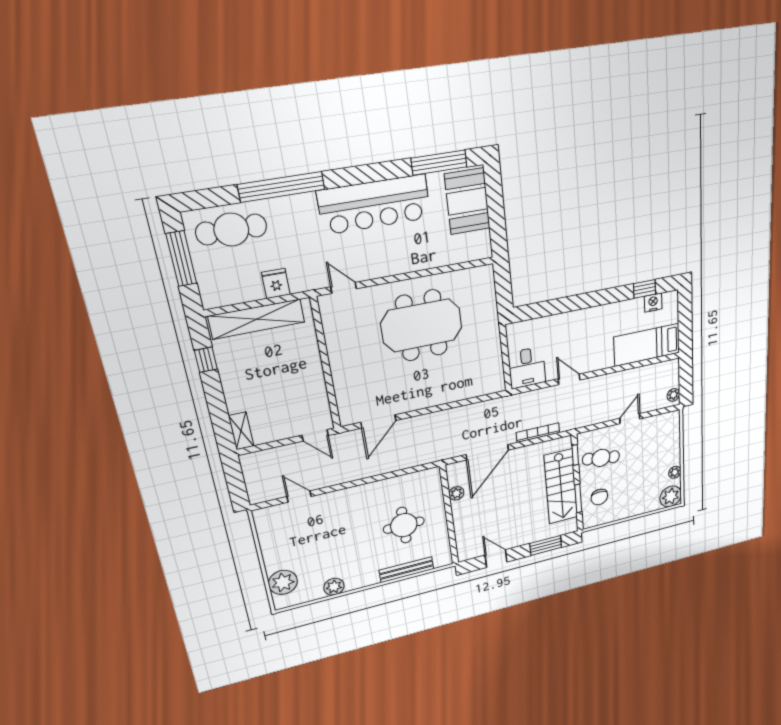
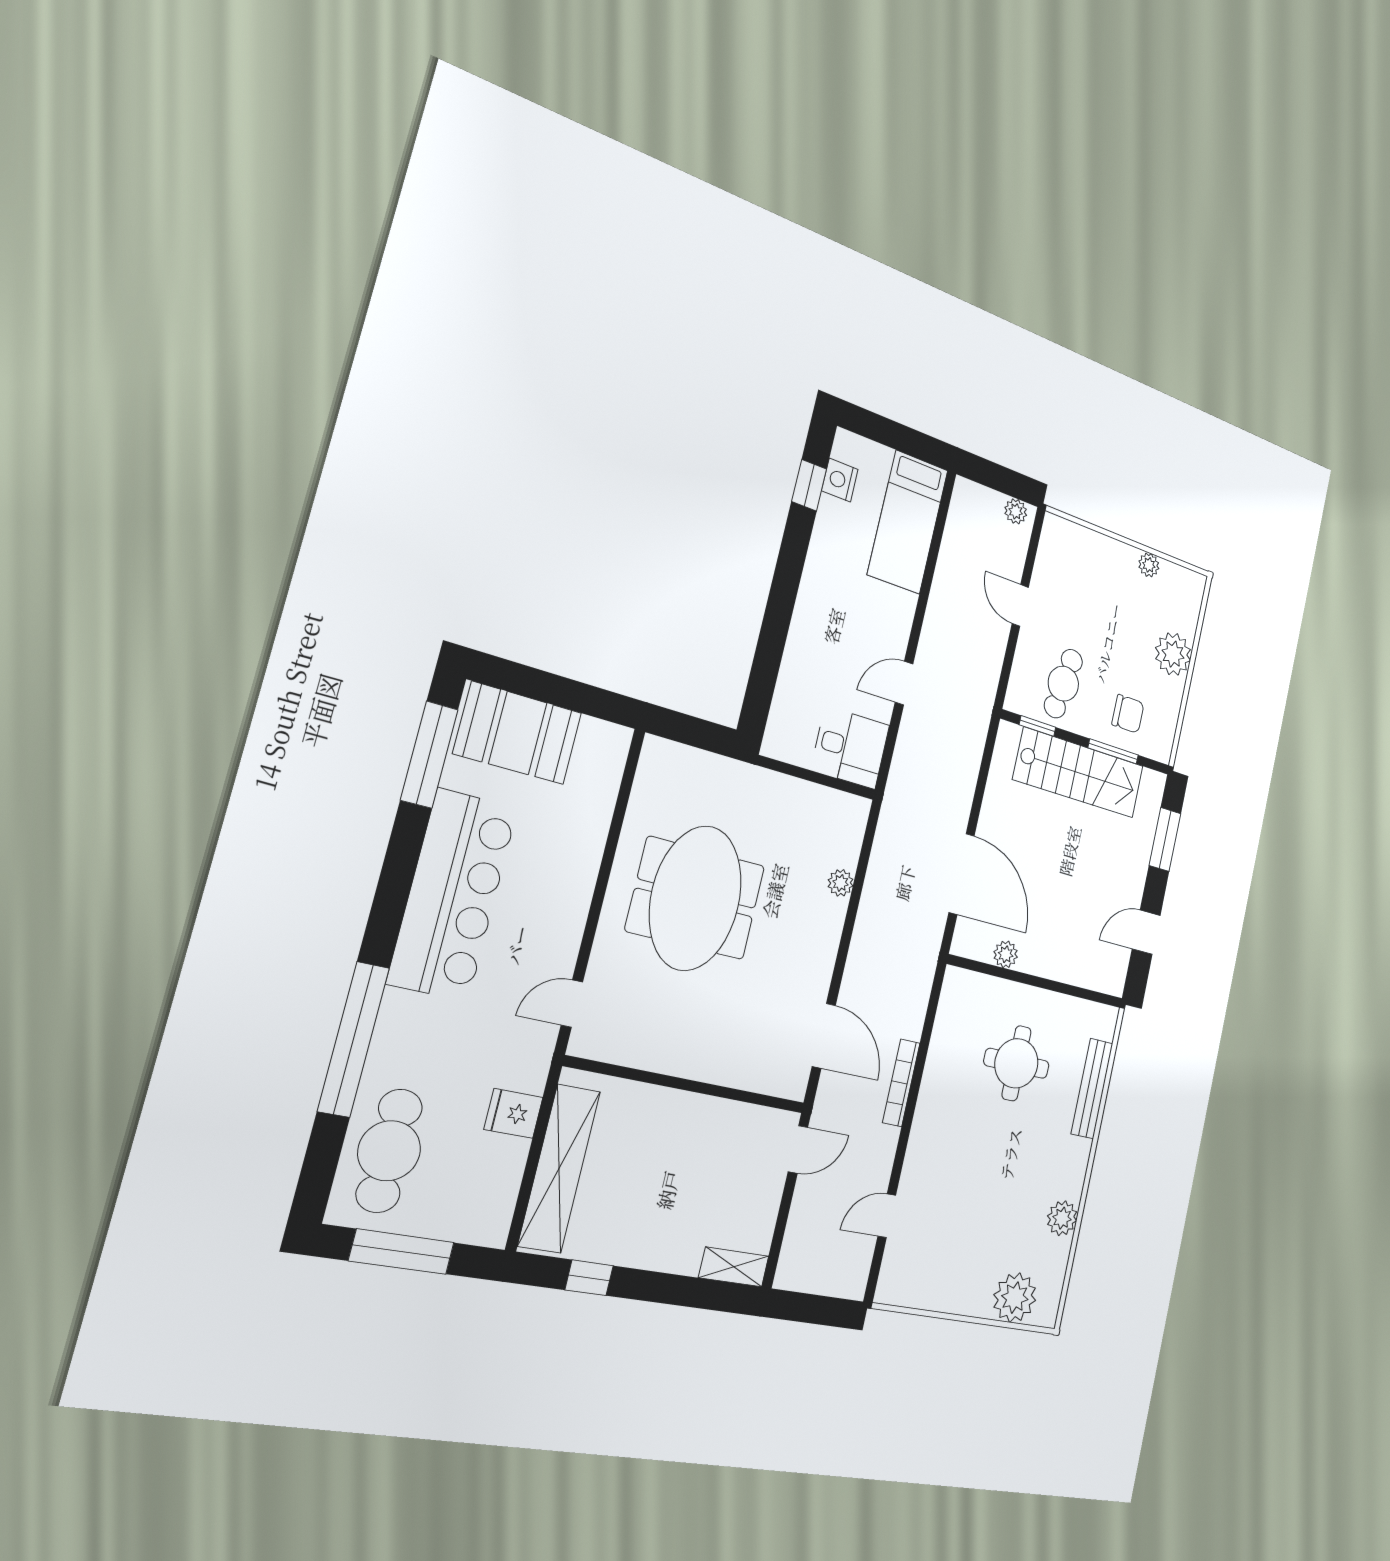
plant: (458, 394) -> (841, 883), added
bookcase: (538, 433) -> (901, 1083), moved
plant: (671, 496) -> (1173, 654), moved

